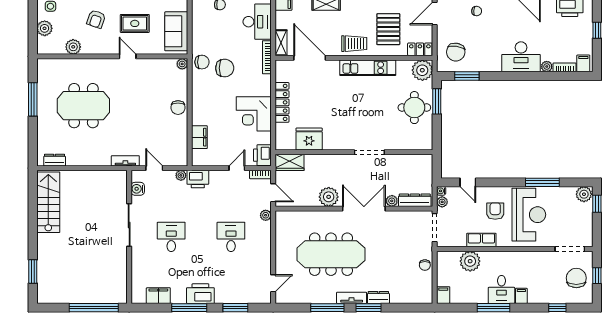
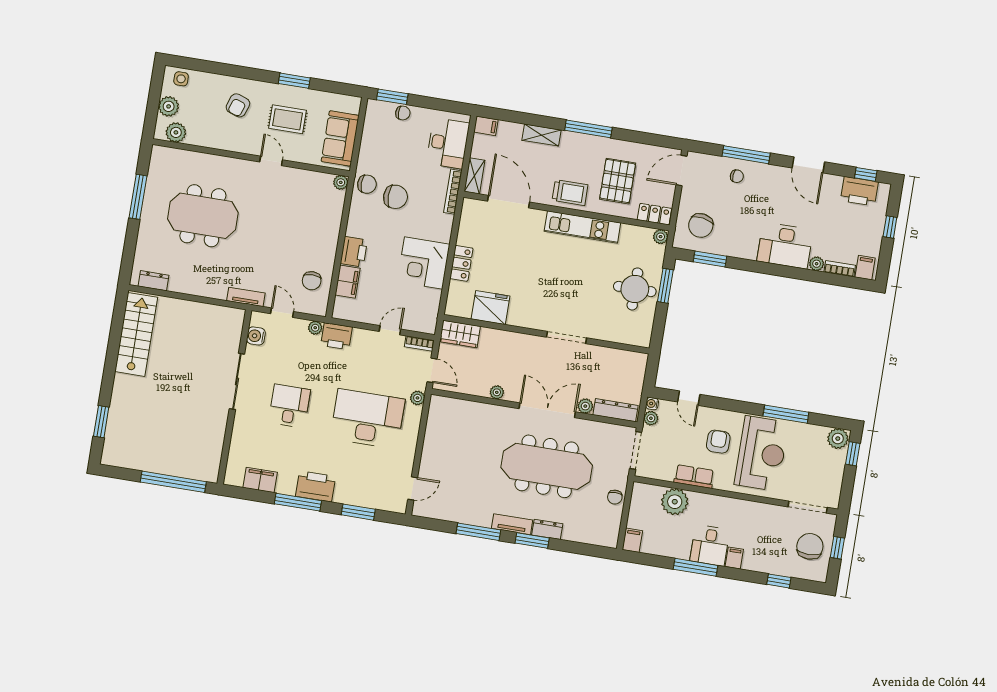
plant: (73, 47) -> (176, 132), moved
plant: (422, 70) -> (661, 237), width x0.53, depth x0.53
locker: (282, 102) -> (461, 263), width x0.66
chair: (178, 108) -> (312, 281), moved
printer: (262, 155) -> (354, 252), moved, turned 180
plant: (329, 197) -> (497, 392), width x0.53, depth x0.53
desk: (231, 237) -> (368, 419), width x1.87, depth x1.30
meeting table: (331, 254) -> (547, 466), moved

